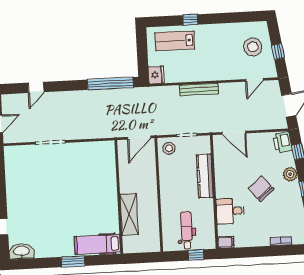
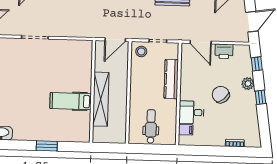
printer: (283, 142) -> (224, 51), moved, turned -82
shelving: (129, 214) -> (101, 99), width x1.47
filing cabinet: (226, 242) -> (186, 130), moved
hospital bed: (97, 244) -> (71, 101), moved
window: (196, 255) -> (158, 149), removed

